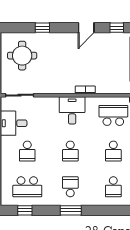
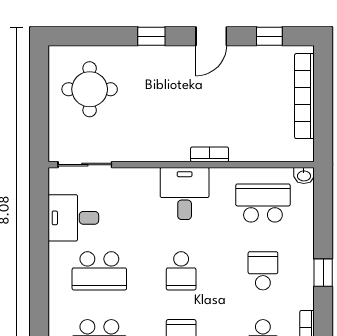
window: (42, 28) -> (151, 36), moved
school desk: (27, 151) -> (99, 271), width x1.85
school desk: (113, 151) -> (263, 271), turned 180

